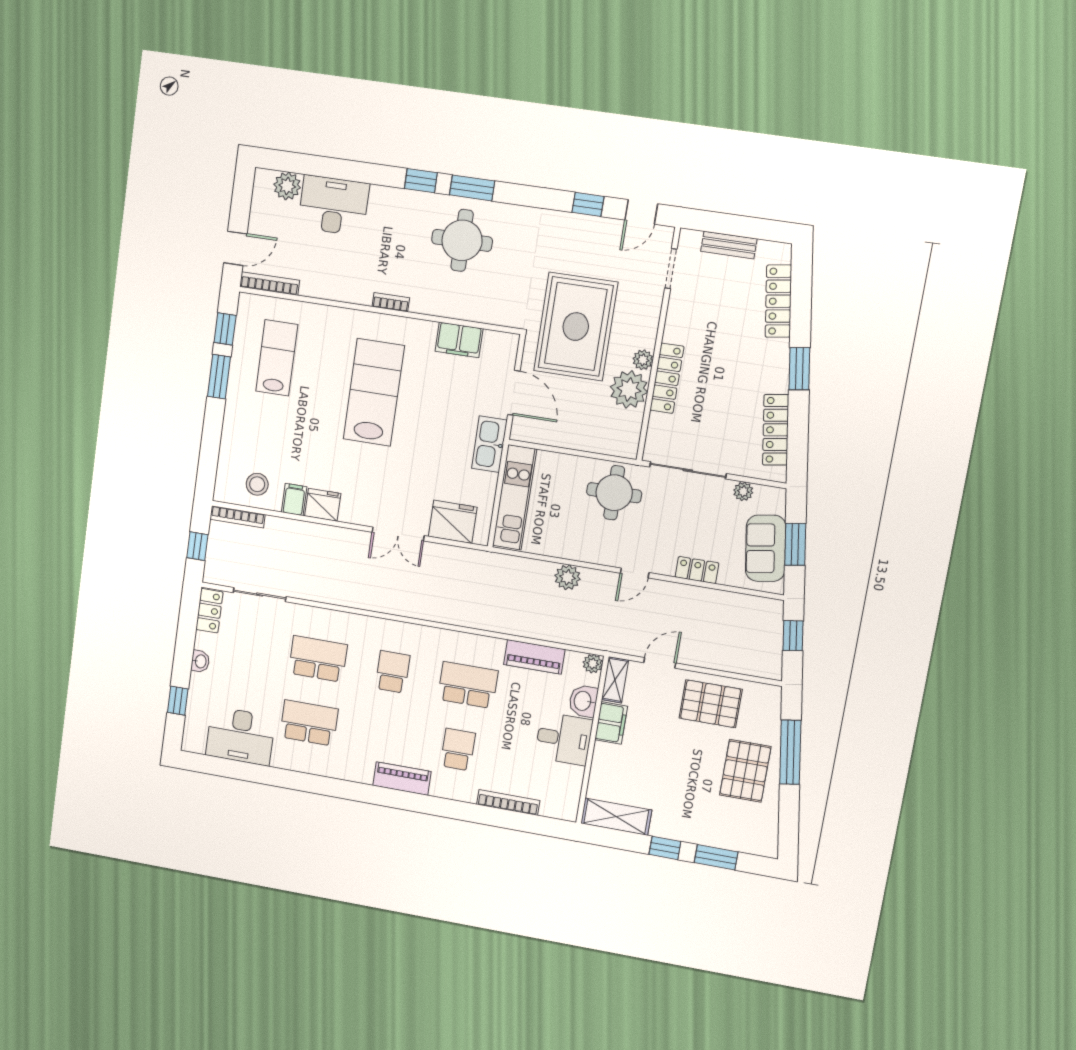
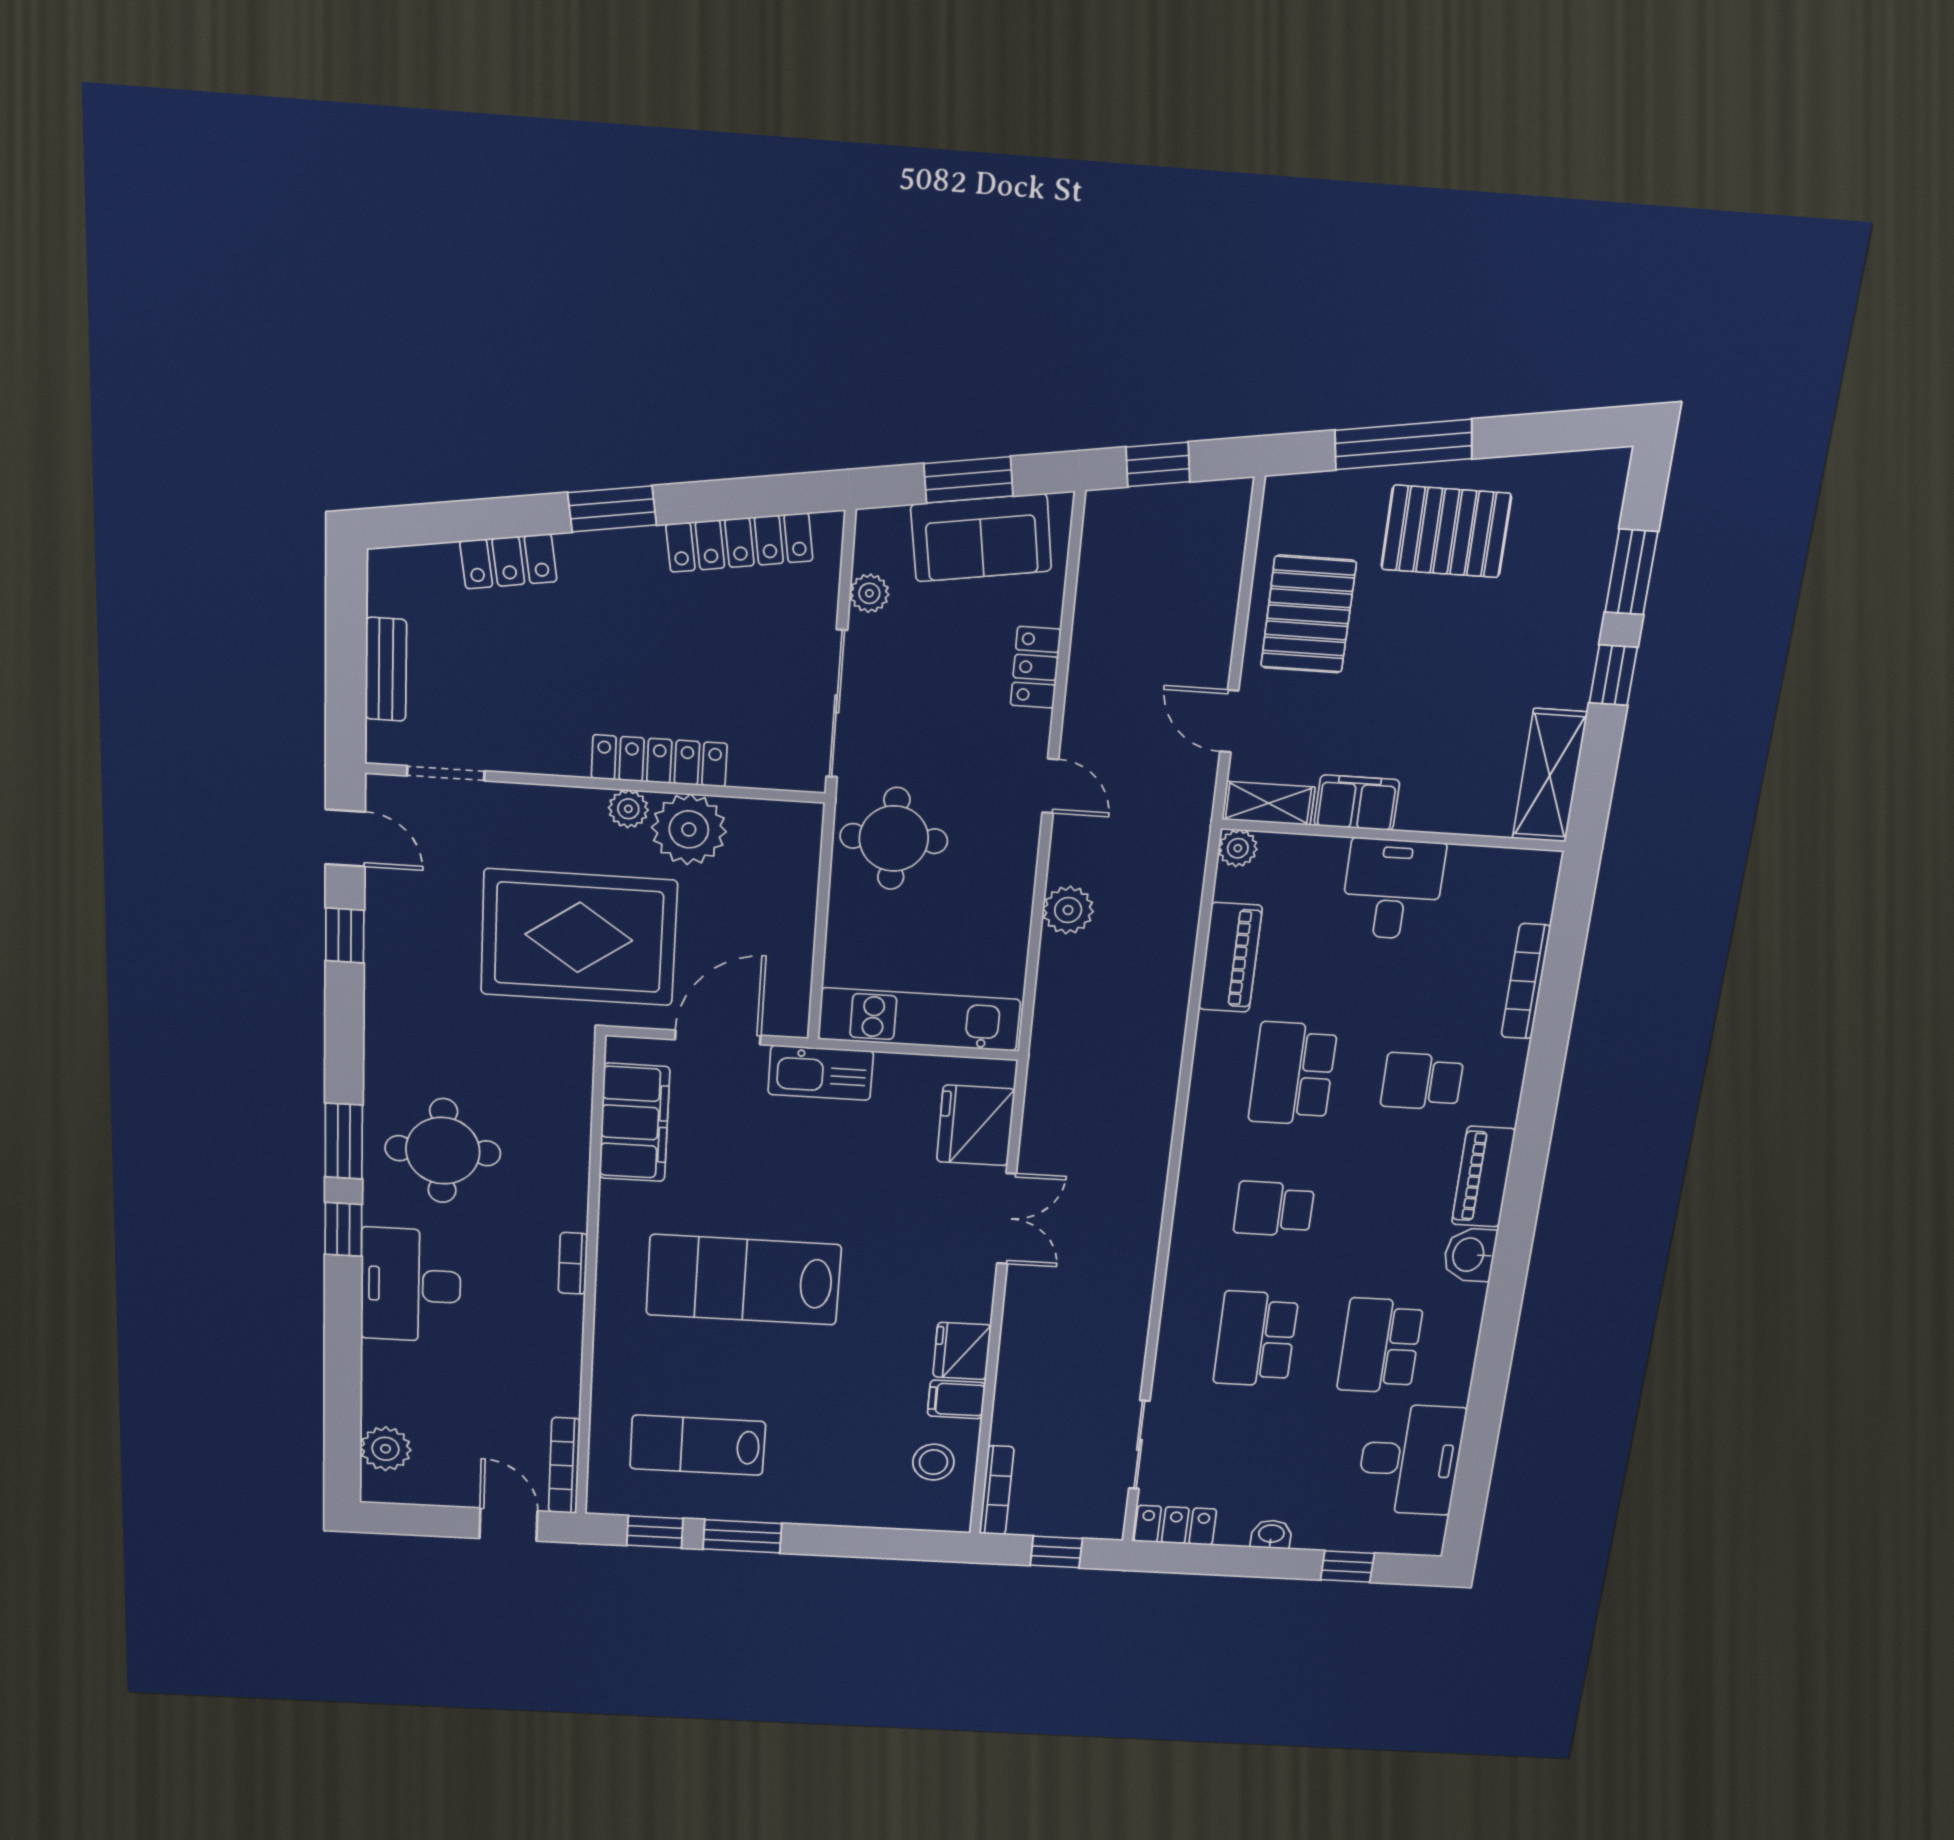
desk: (334, 206) -> (411, 1285), moved
locker: (778, 301) -> (508, 561), width x0.66
filing cabinet: (459, 340) -> (634, 1123), width x1.50, depth x1.17
washbasin: (583, 701) -> (1470, 1255), moved, turned 90

